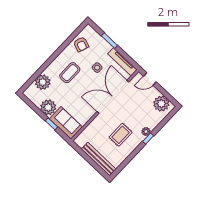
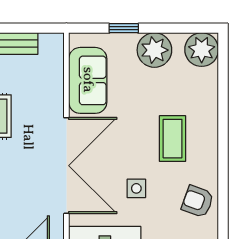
plant: (43, 82) -> (202, 50), moved
sofa: (66, 123) -> (88, 80), moved, turned -90

